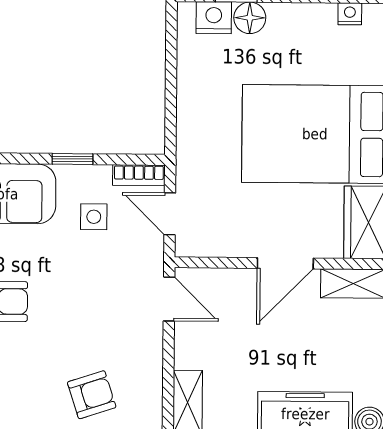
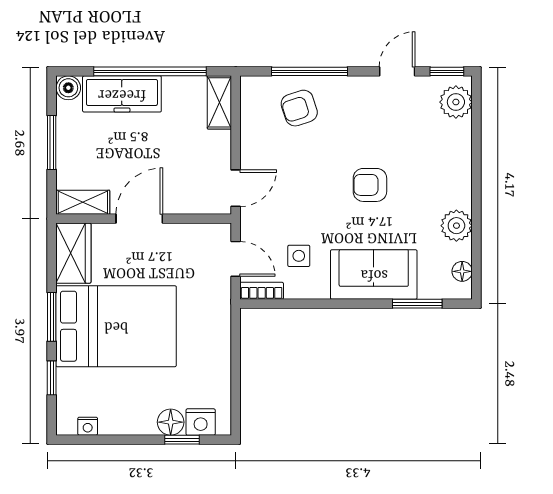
window: (73, 159) -> (317, 304), removed
door: (169, 299) -> (236, 188), swing flipped

